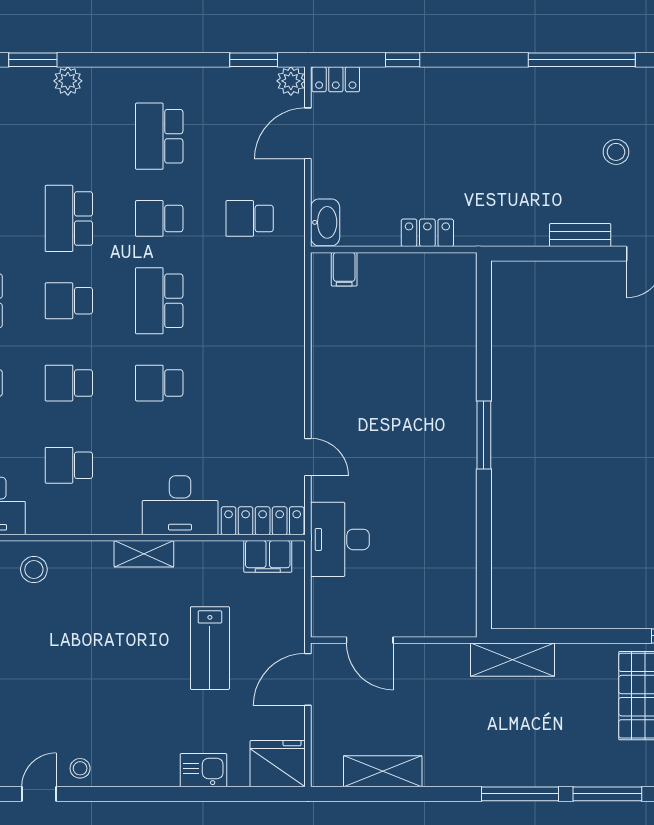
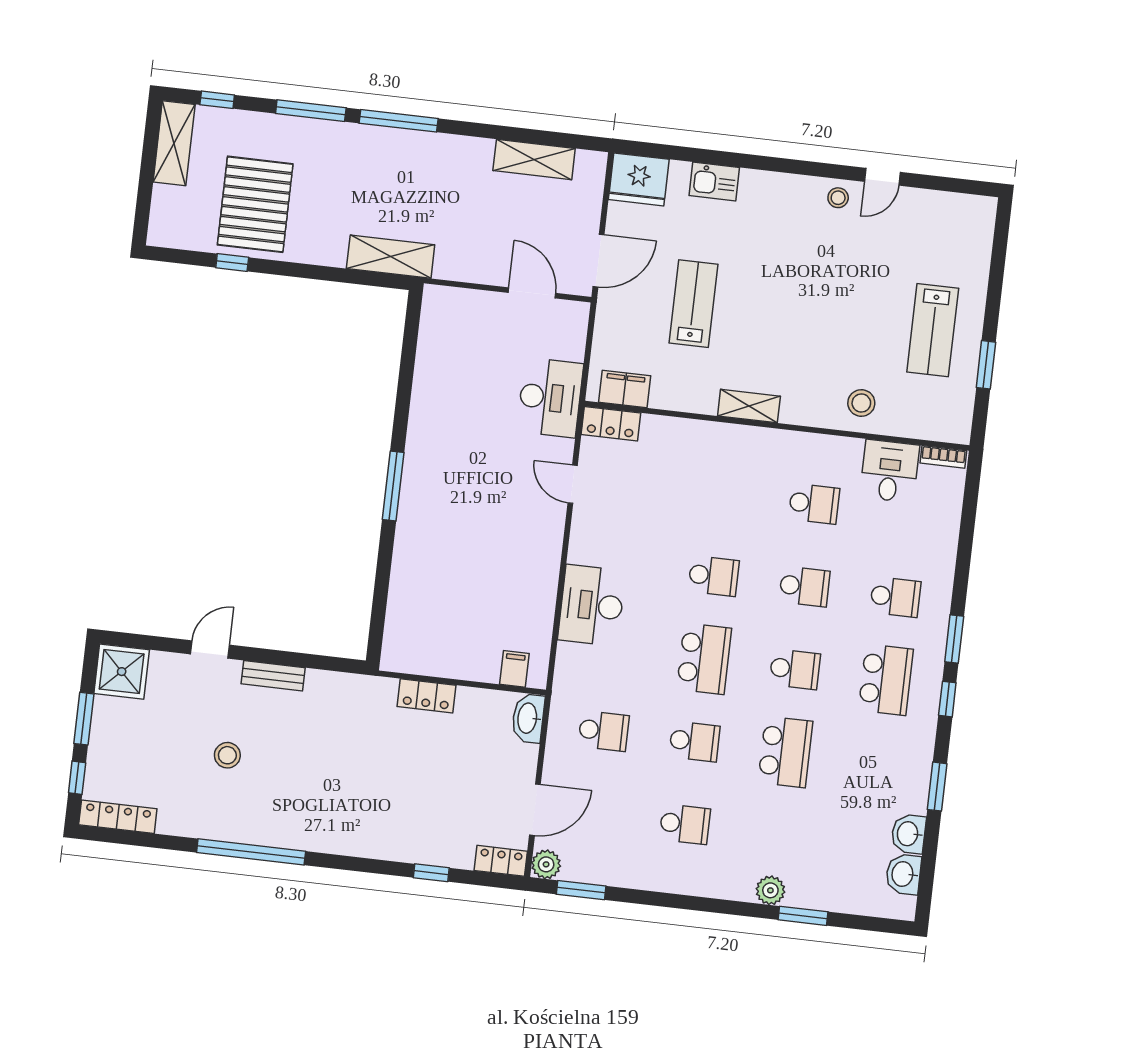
school desk: (159, 136) -> (685, 824), width x0.54
desk: (180, 505) -> (592, 605), moved, turned -90
locker: (263, 521) -> (611, 424), width x0.66

